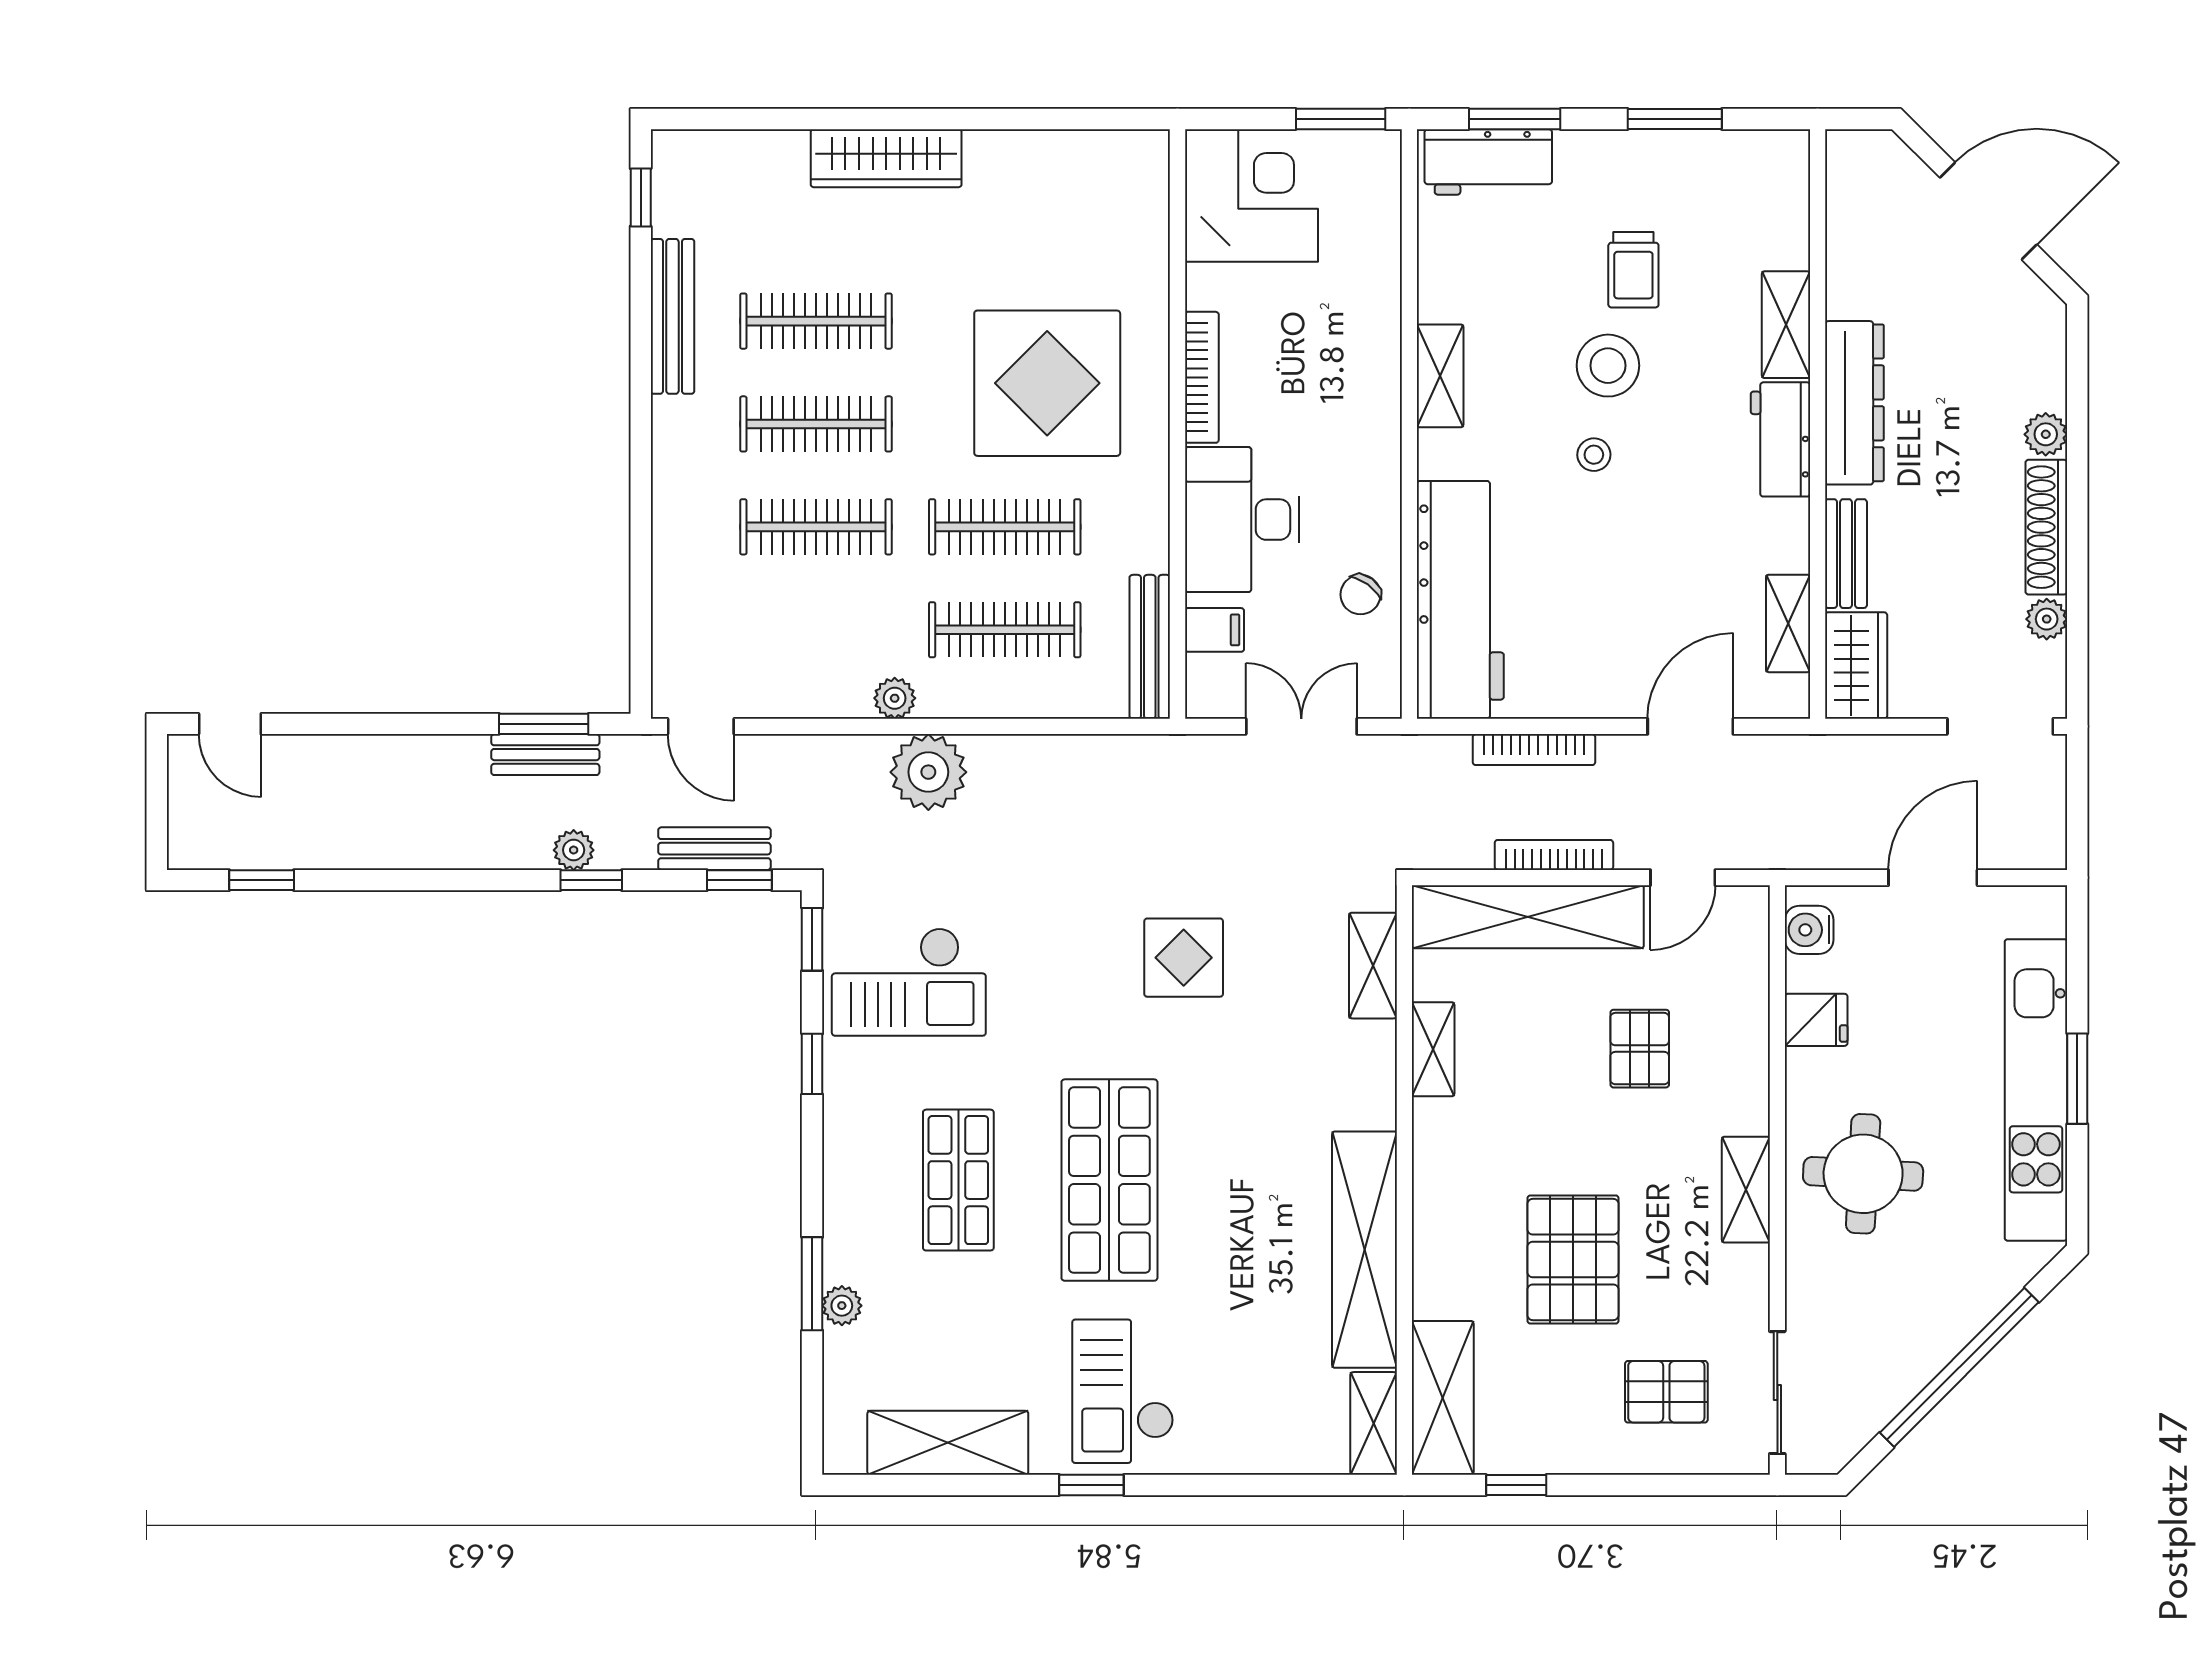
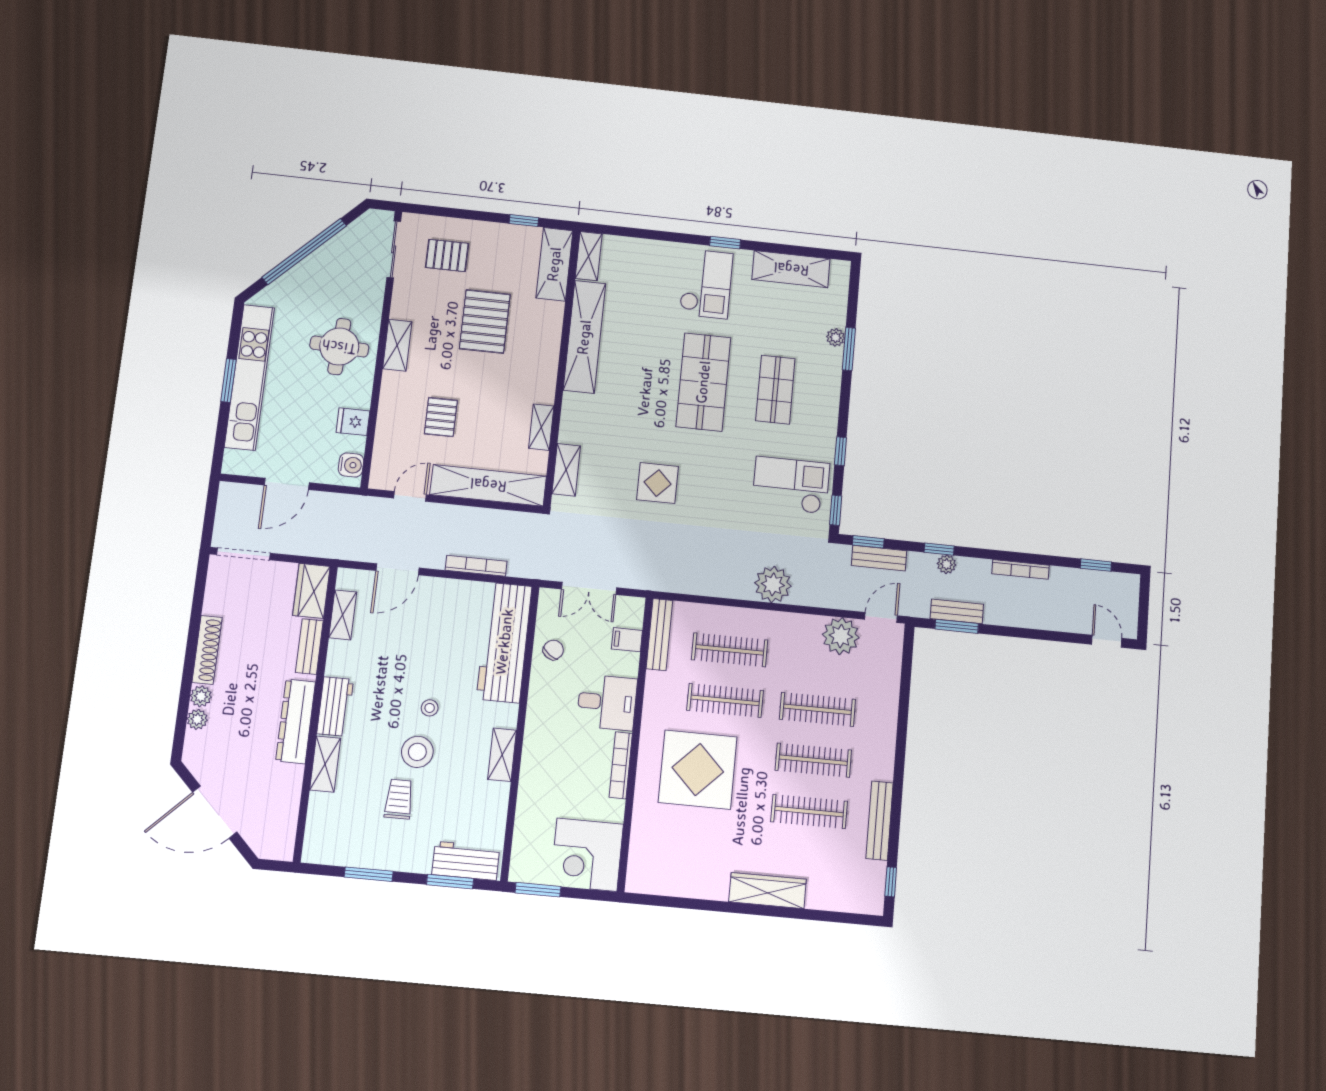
desk: (1242, 520) -> (607, 702), width x0.73
plant: (2047, 619) -> (197, 719), moved
plant: (895, 698) -> (841, 636), moved, width x1.88, depth x1.88
door: (701, 726) -> (881, 618), hinge flipped
bookcase: (1554, 855) -> (1020, 569), moved

